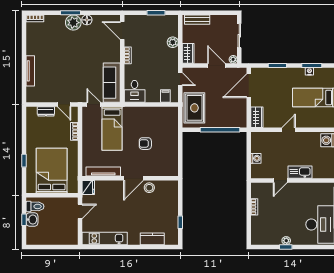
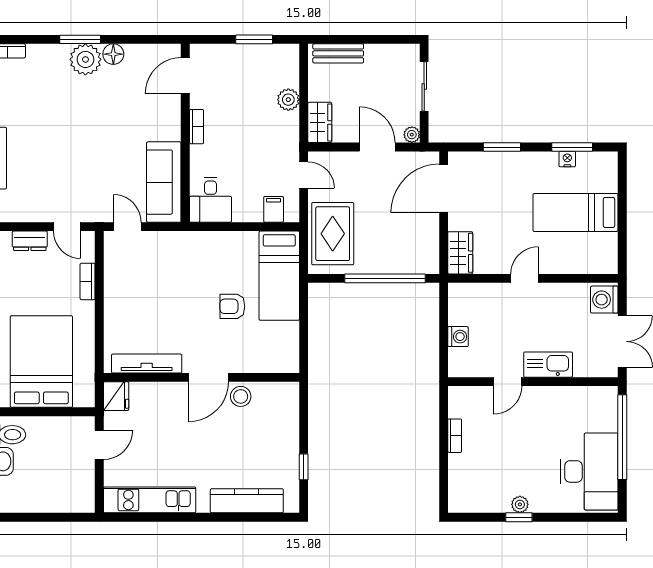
door: (122, 30) -> (185, 76), hinge flipped
bed: (112, 129) -> (279, 276), moved
kitchen counter: (152, 239) -> (247, 501), width x1.50

